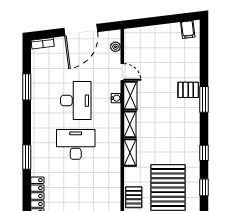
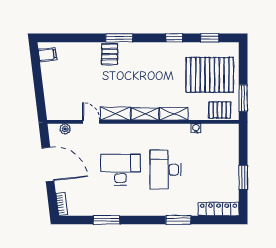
door: (122, 72) -> (91, 122), hinge flipped
water cooler: (116, 98) -> (196, 128), moved

